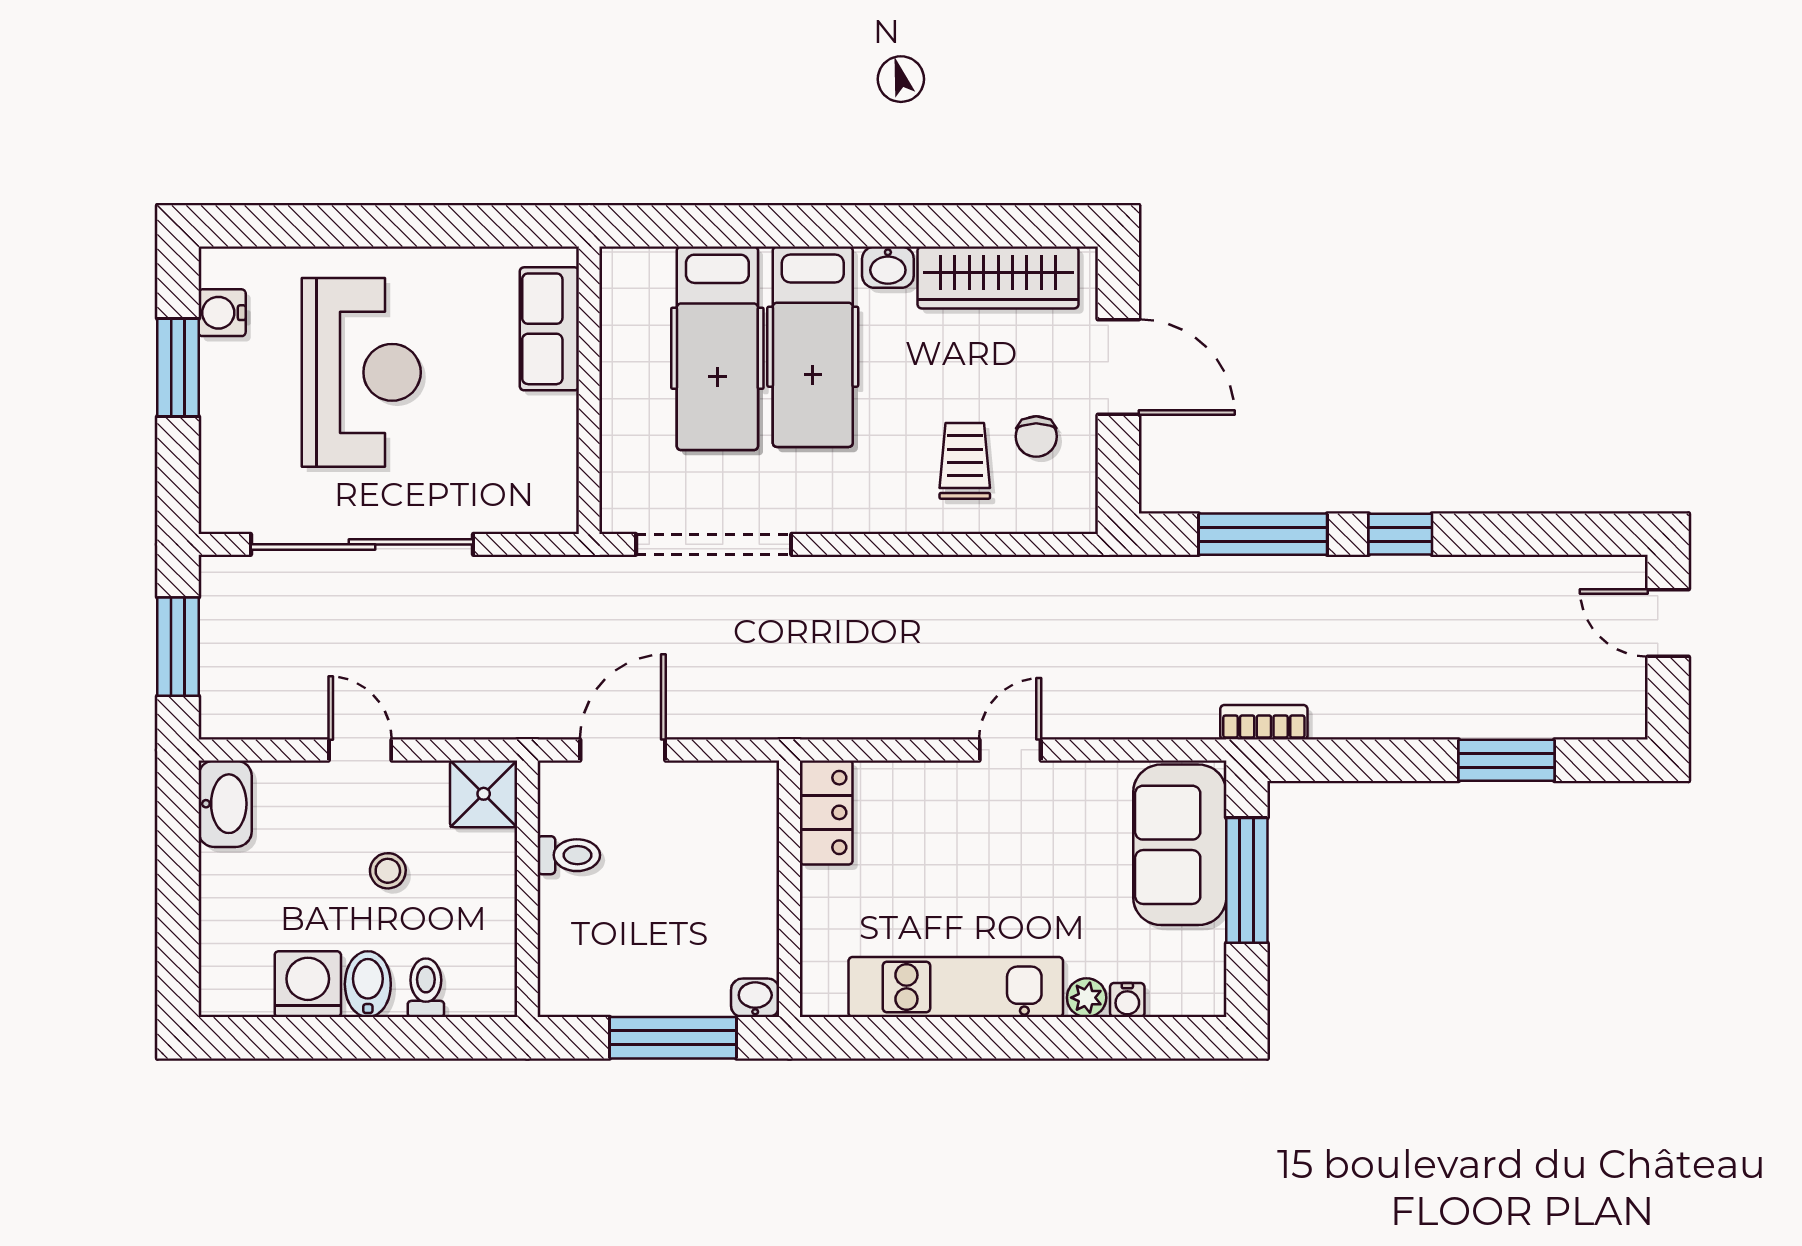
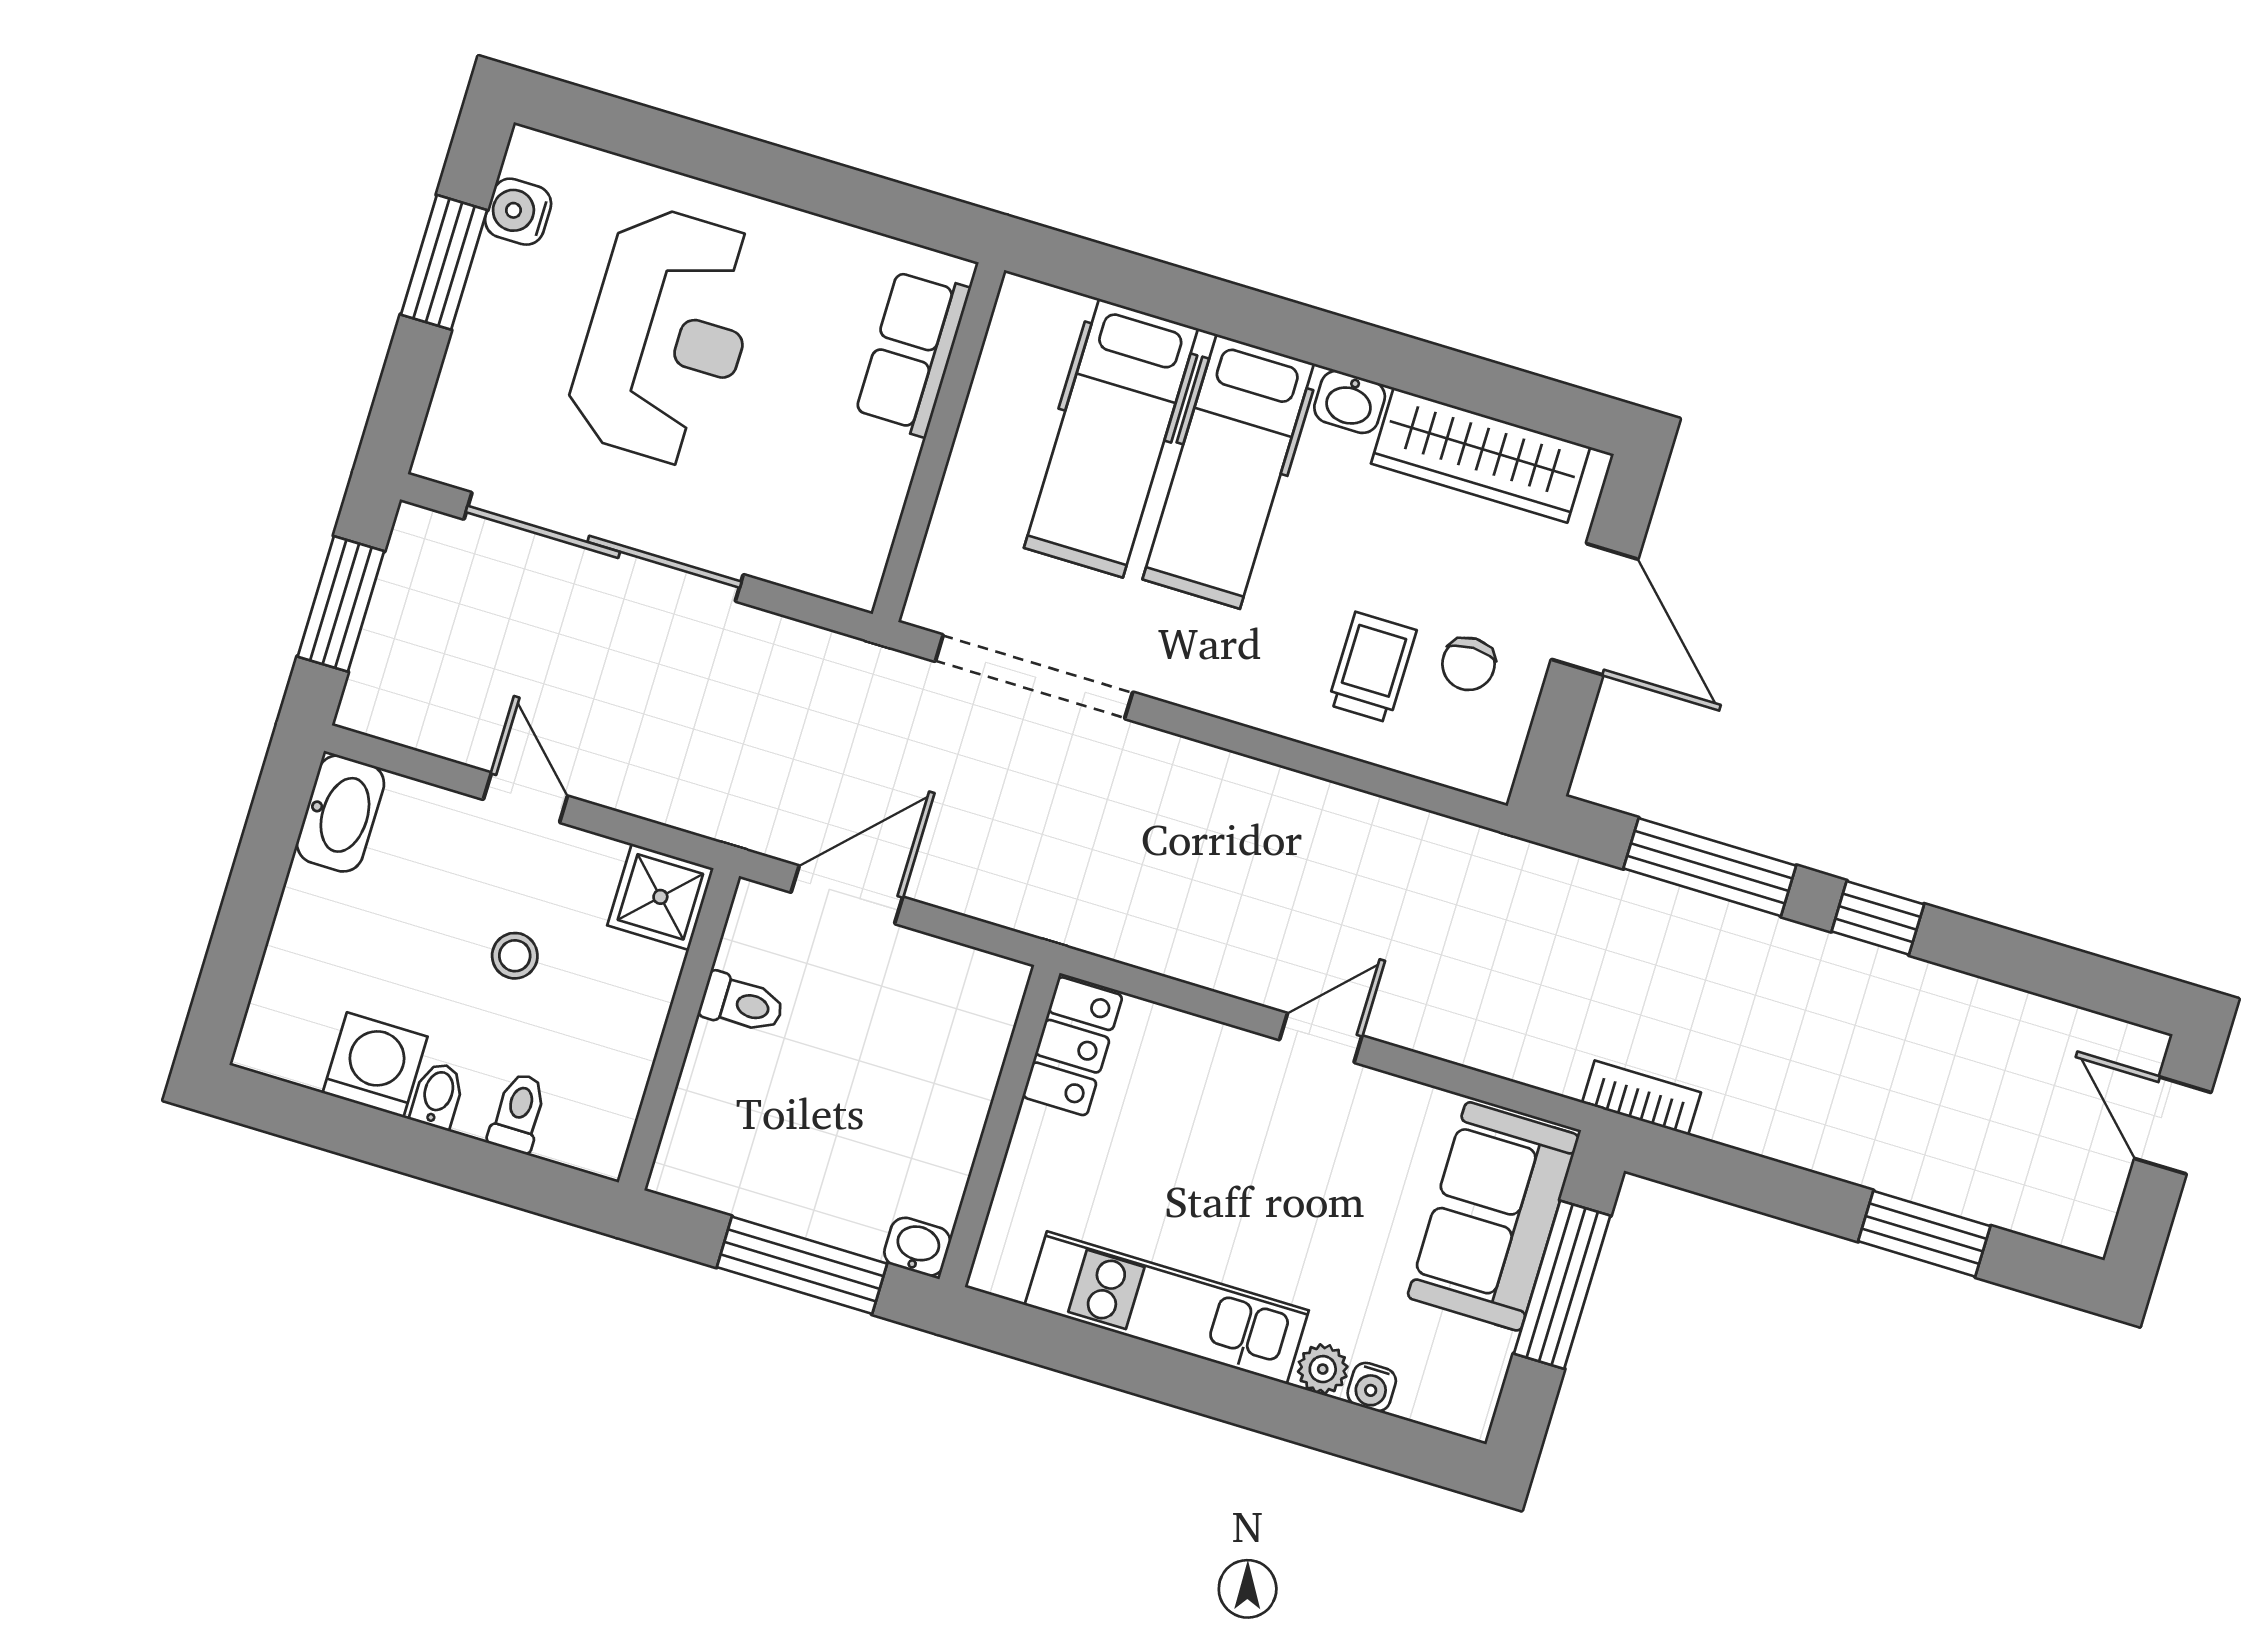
bidet: (368, 984) -> (438, 1095), width x0.72, depth x0.74

